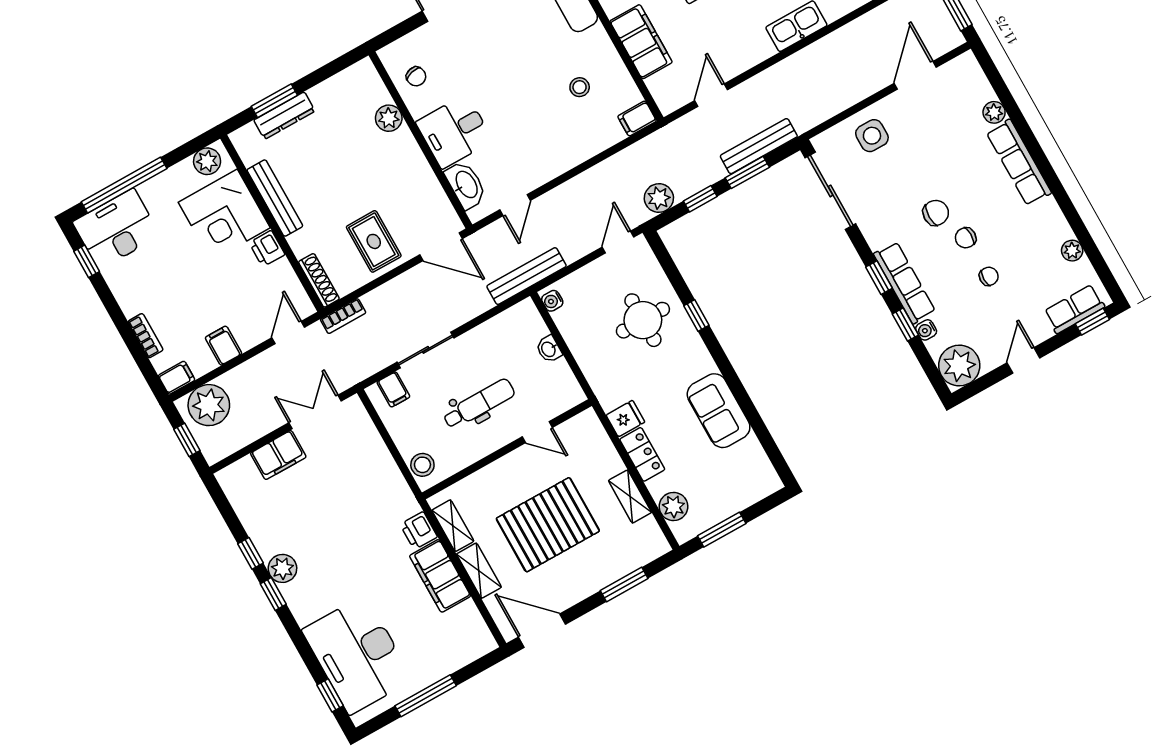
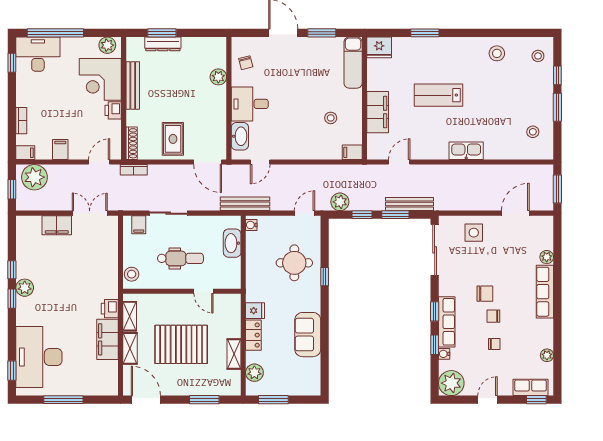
washbasin: (549, 349) -> (232, 243), width x1.91, depth x1.45

